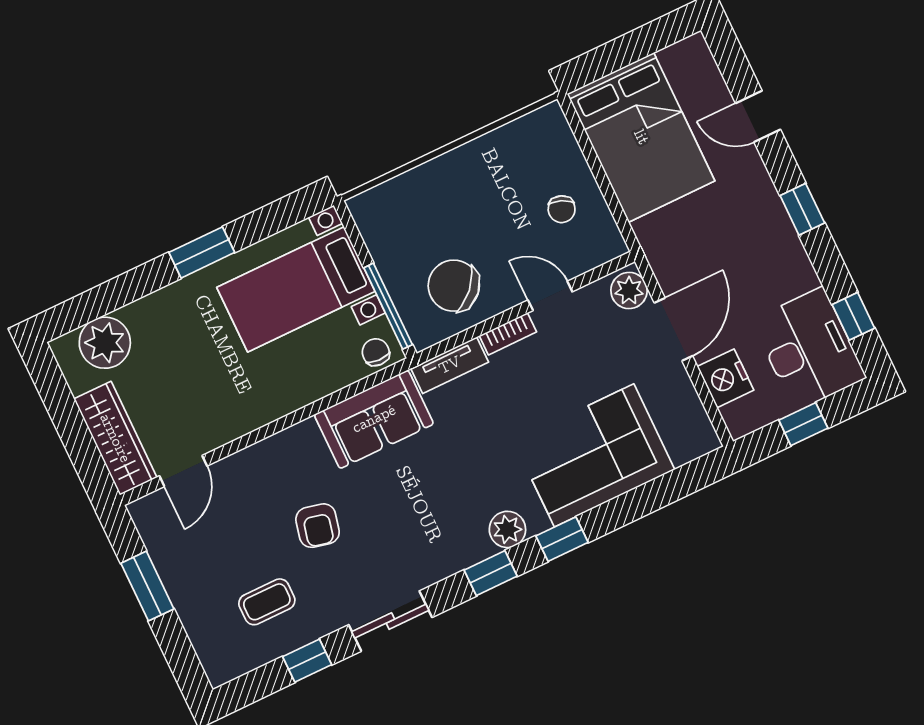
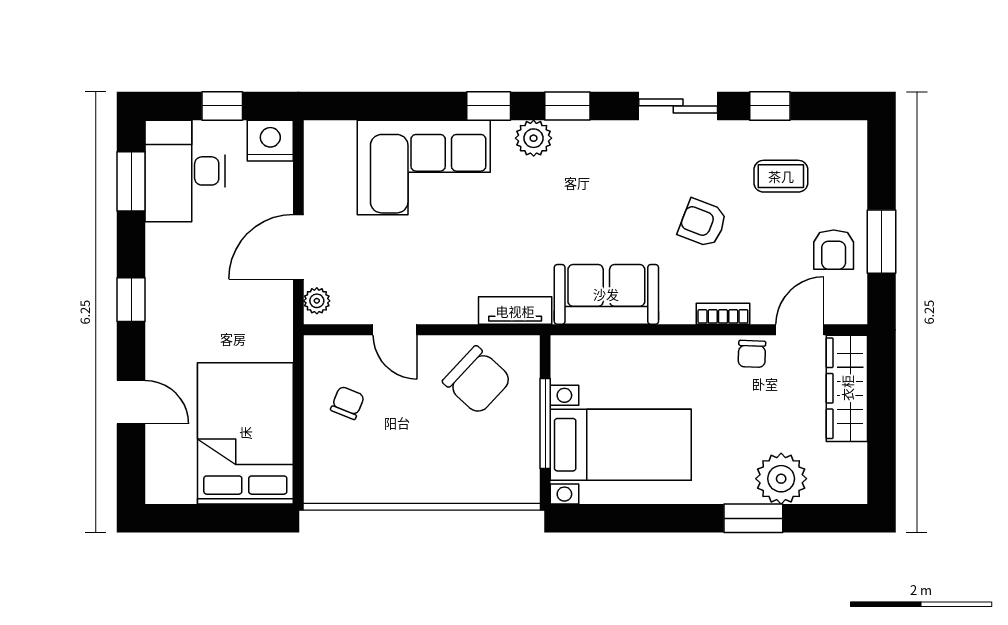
window: (202, 252) -> (753, 518), moved
plant: (629, 291) -> (317, 301), width x0.73, depth x0.73
window: (388, 306) -> (545, 424), moved
window: (853, 316) -> (131, 181), width x1.50
bookcase: (508, 334) -> (723, 314), moved
plant: (105, 343) -> (781, 479), moved
chair: (376, 352) -> (752, 354), moved
nightstand: (725, 378) -> (270, 141), moved, turned -90
armchair: (318, 526) -> (703, 223), turned -82
armchair: (187, 558) -> (834, 250), added

